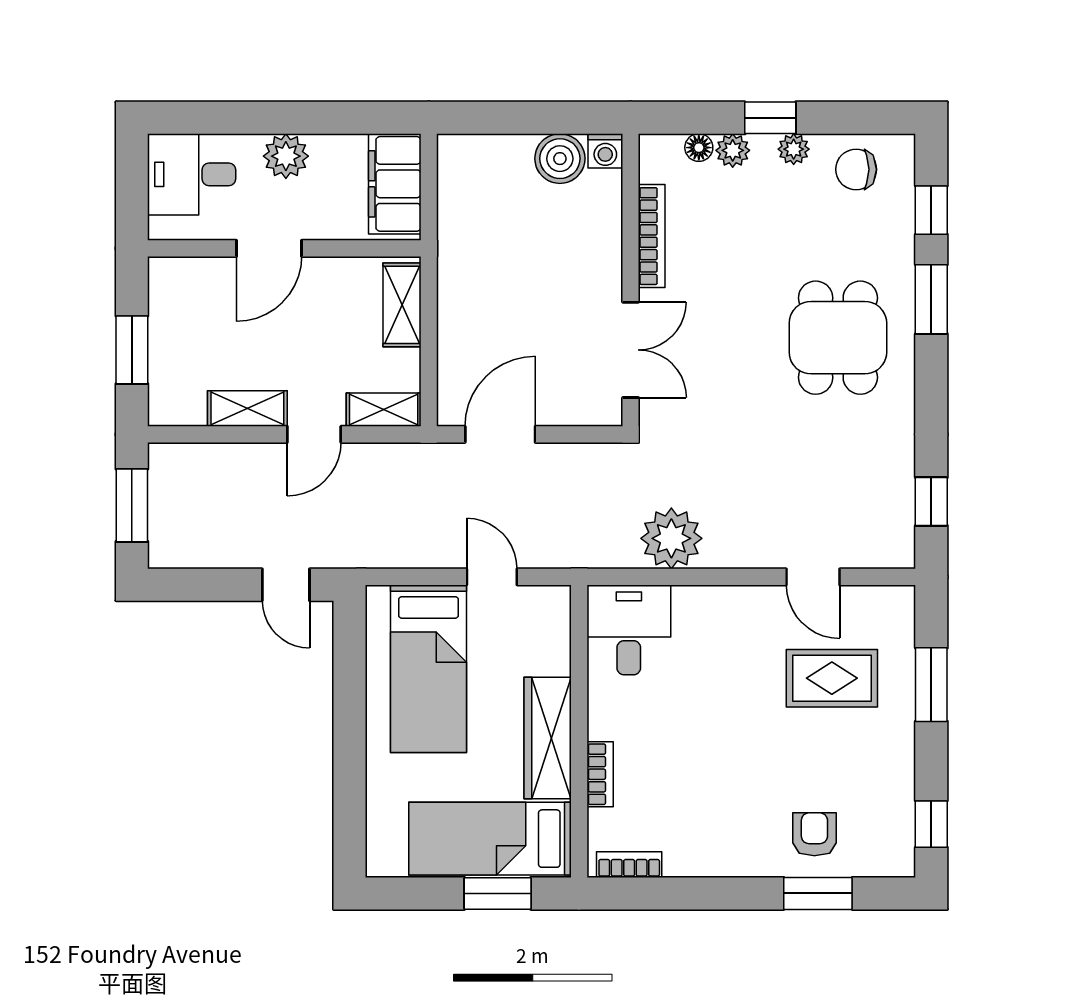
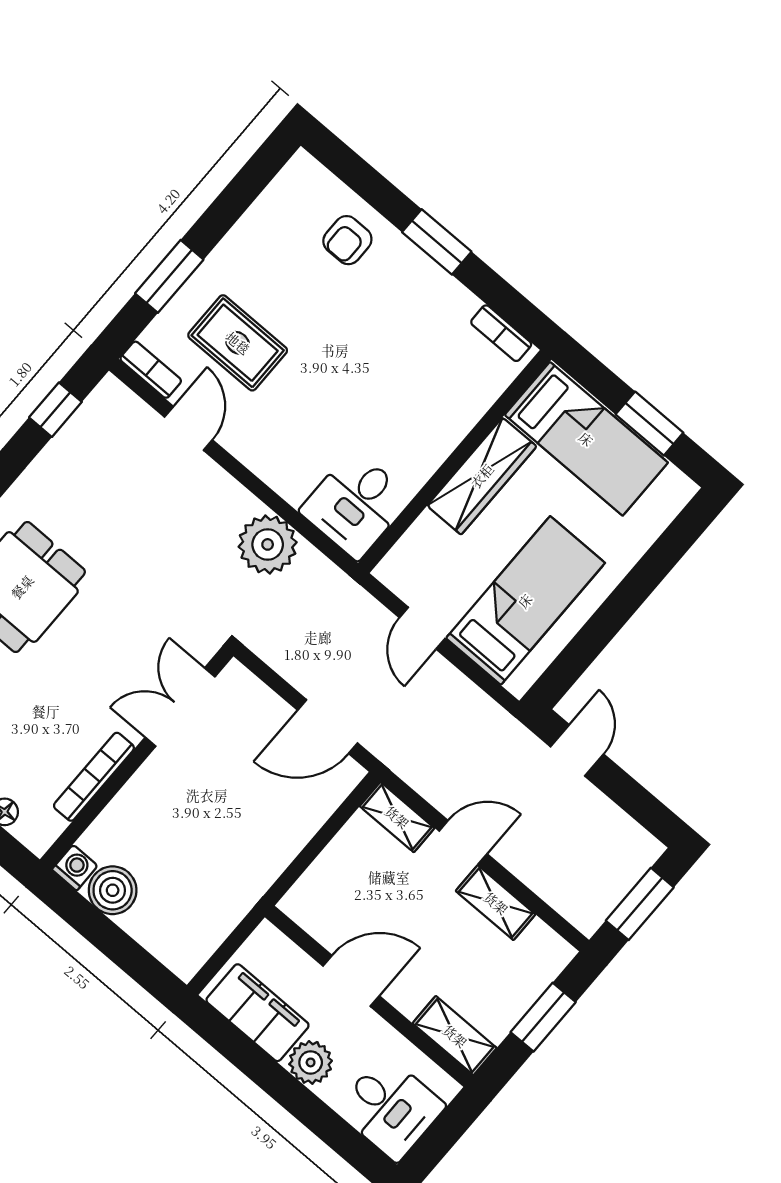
filing cabinet: (395, 184) -> (258, 1013), moved, turned -90
door: (269, 248) -> (351, 981), moved
shelving: (402, 305) -> (455, 1036), moved, turned 90
bookcase: (600, 774) -> (151, 370), moved, turned 90
window: (931, 824) -> (256, 175), removed
window: (498, 893) -> (649, 424), moved
window: (818, 893) -> (437, 242), moved

